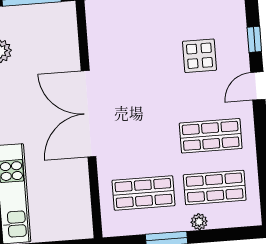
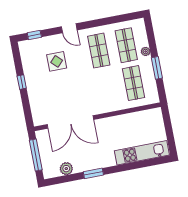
window: (254, 39) -> (34, 35), moved
double door: (89, 114) -> (70, 122), moved

